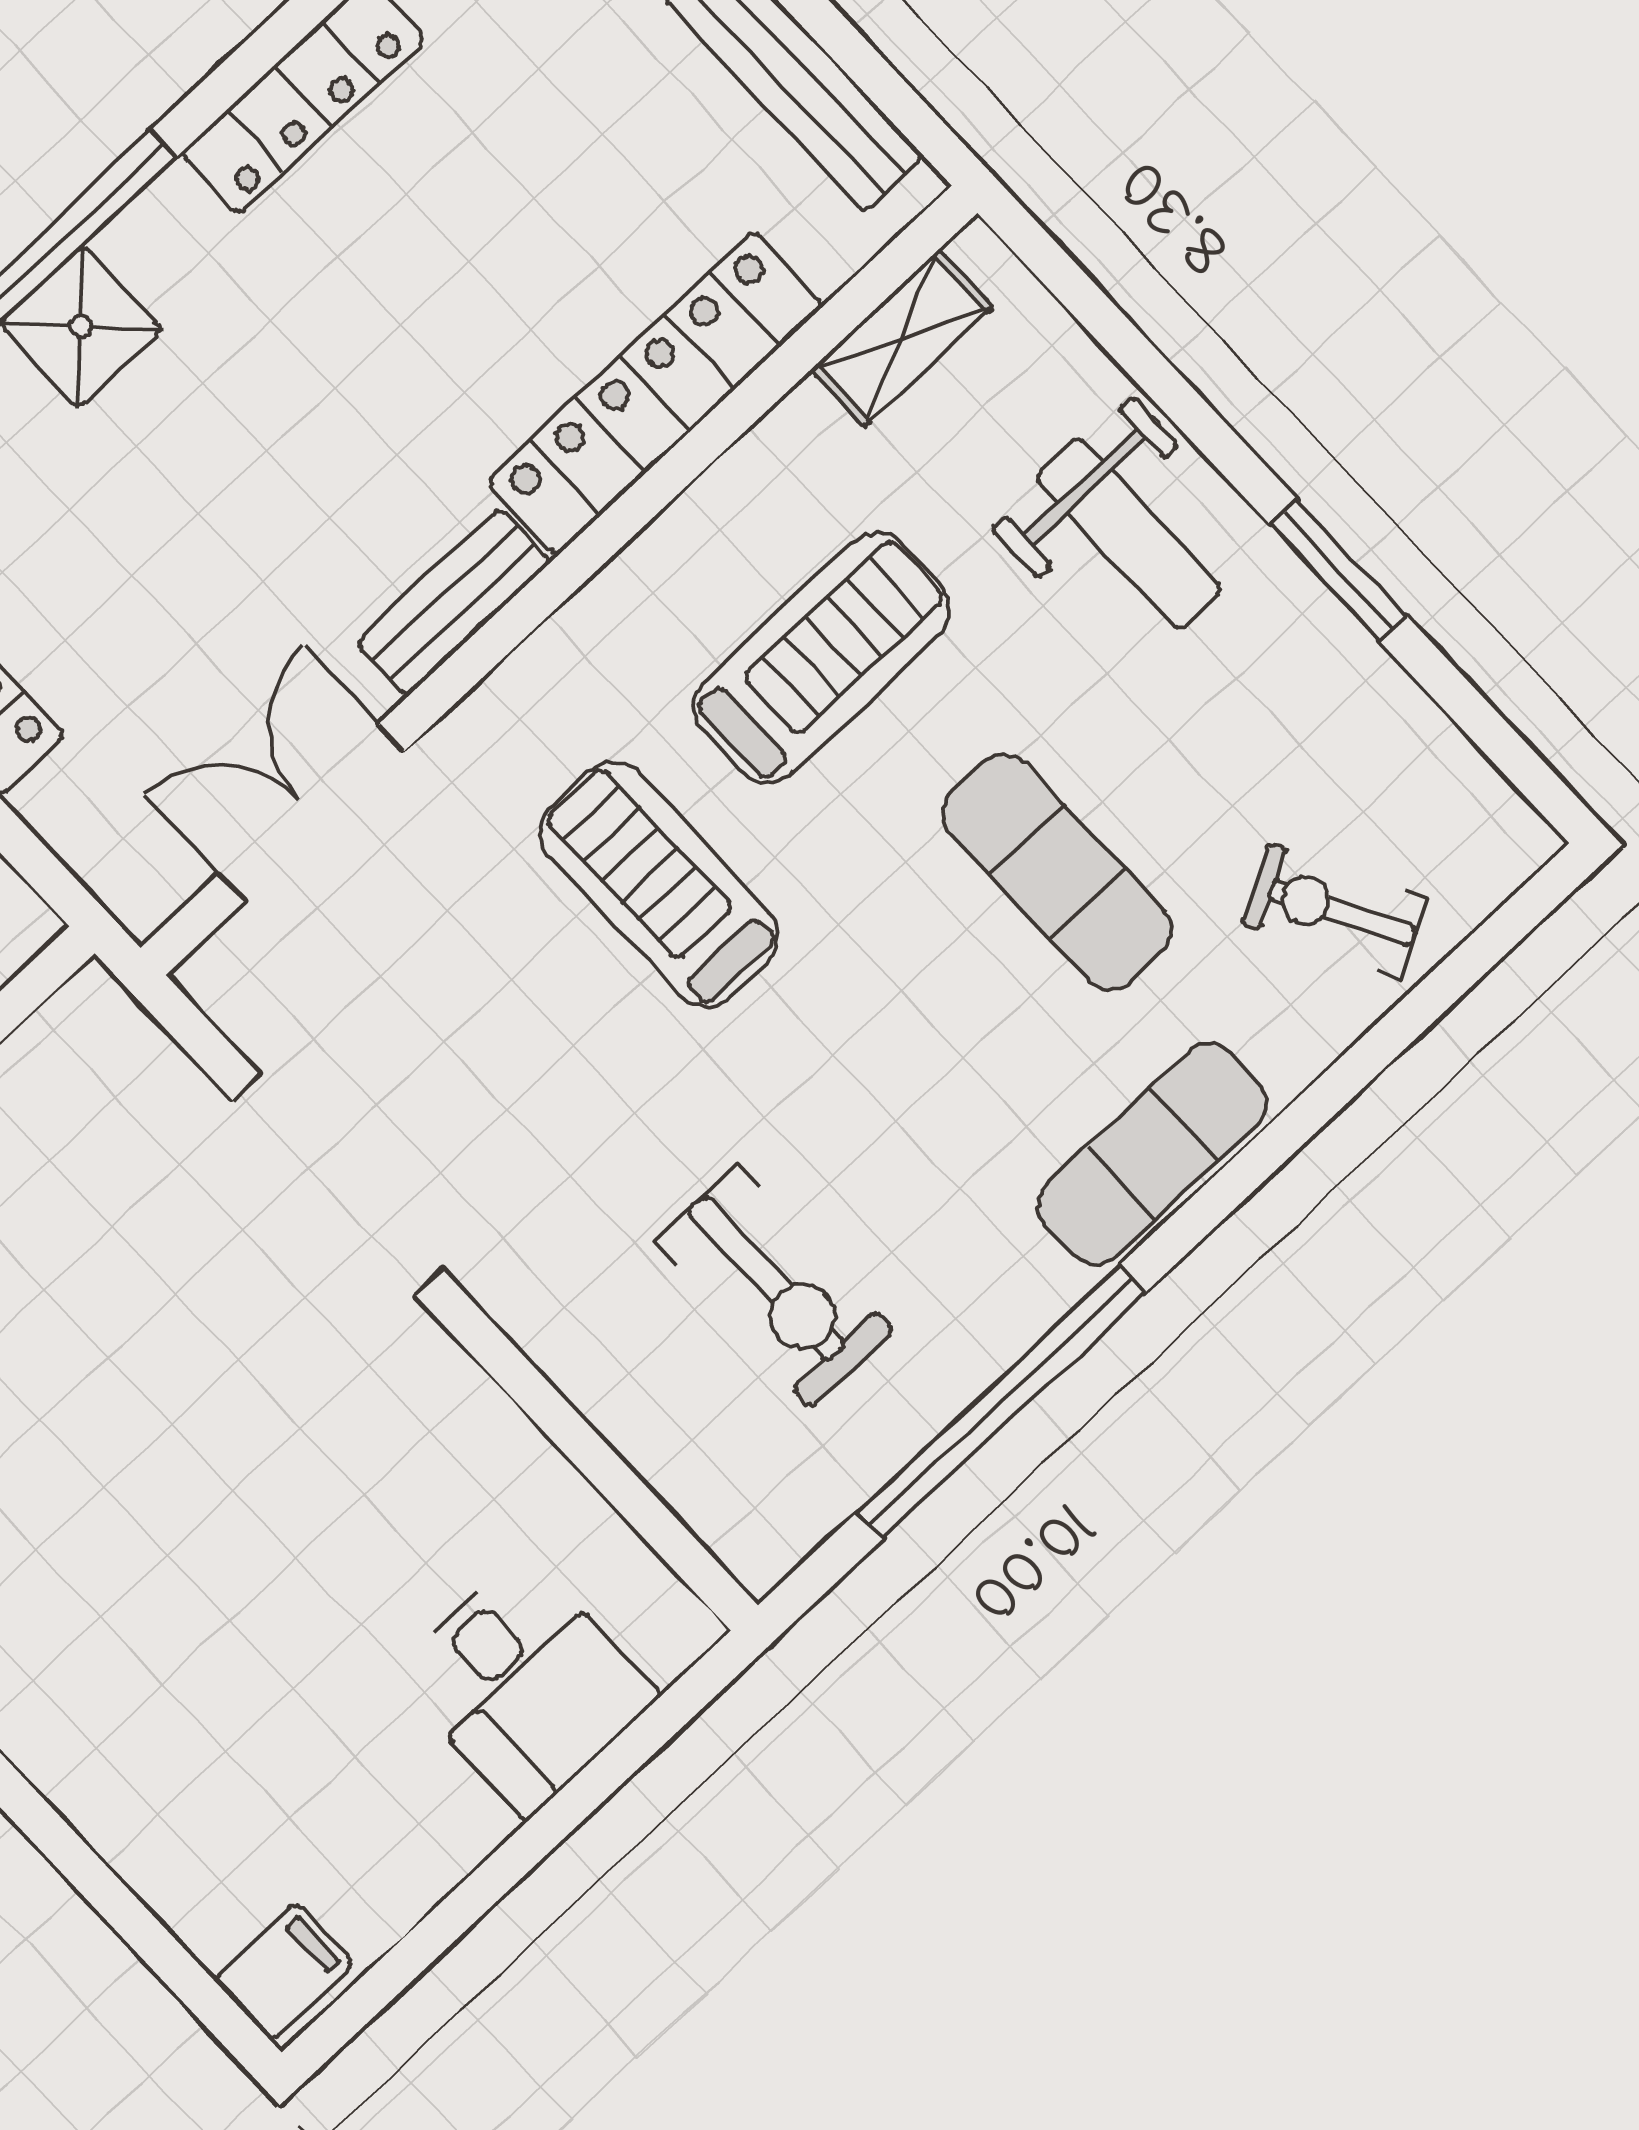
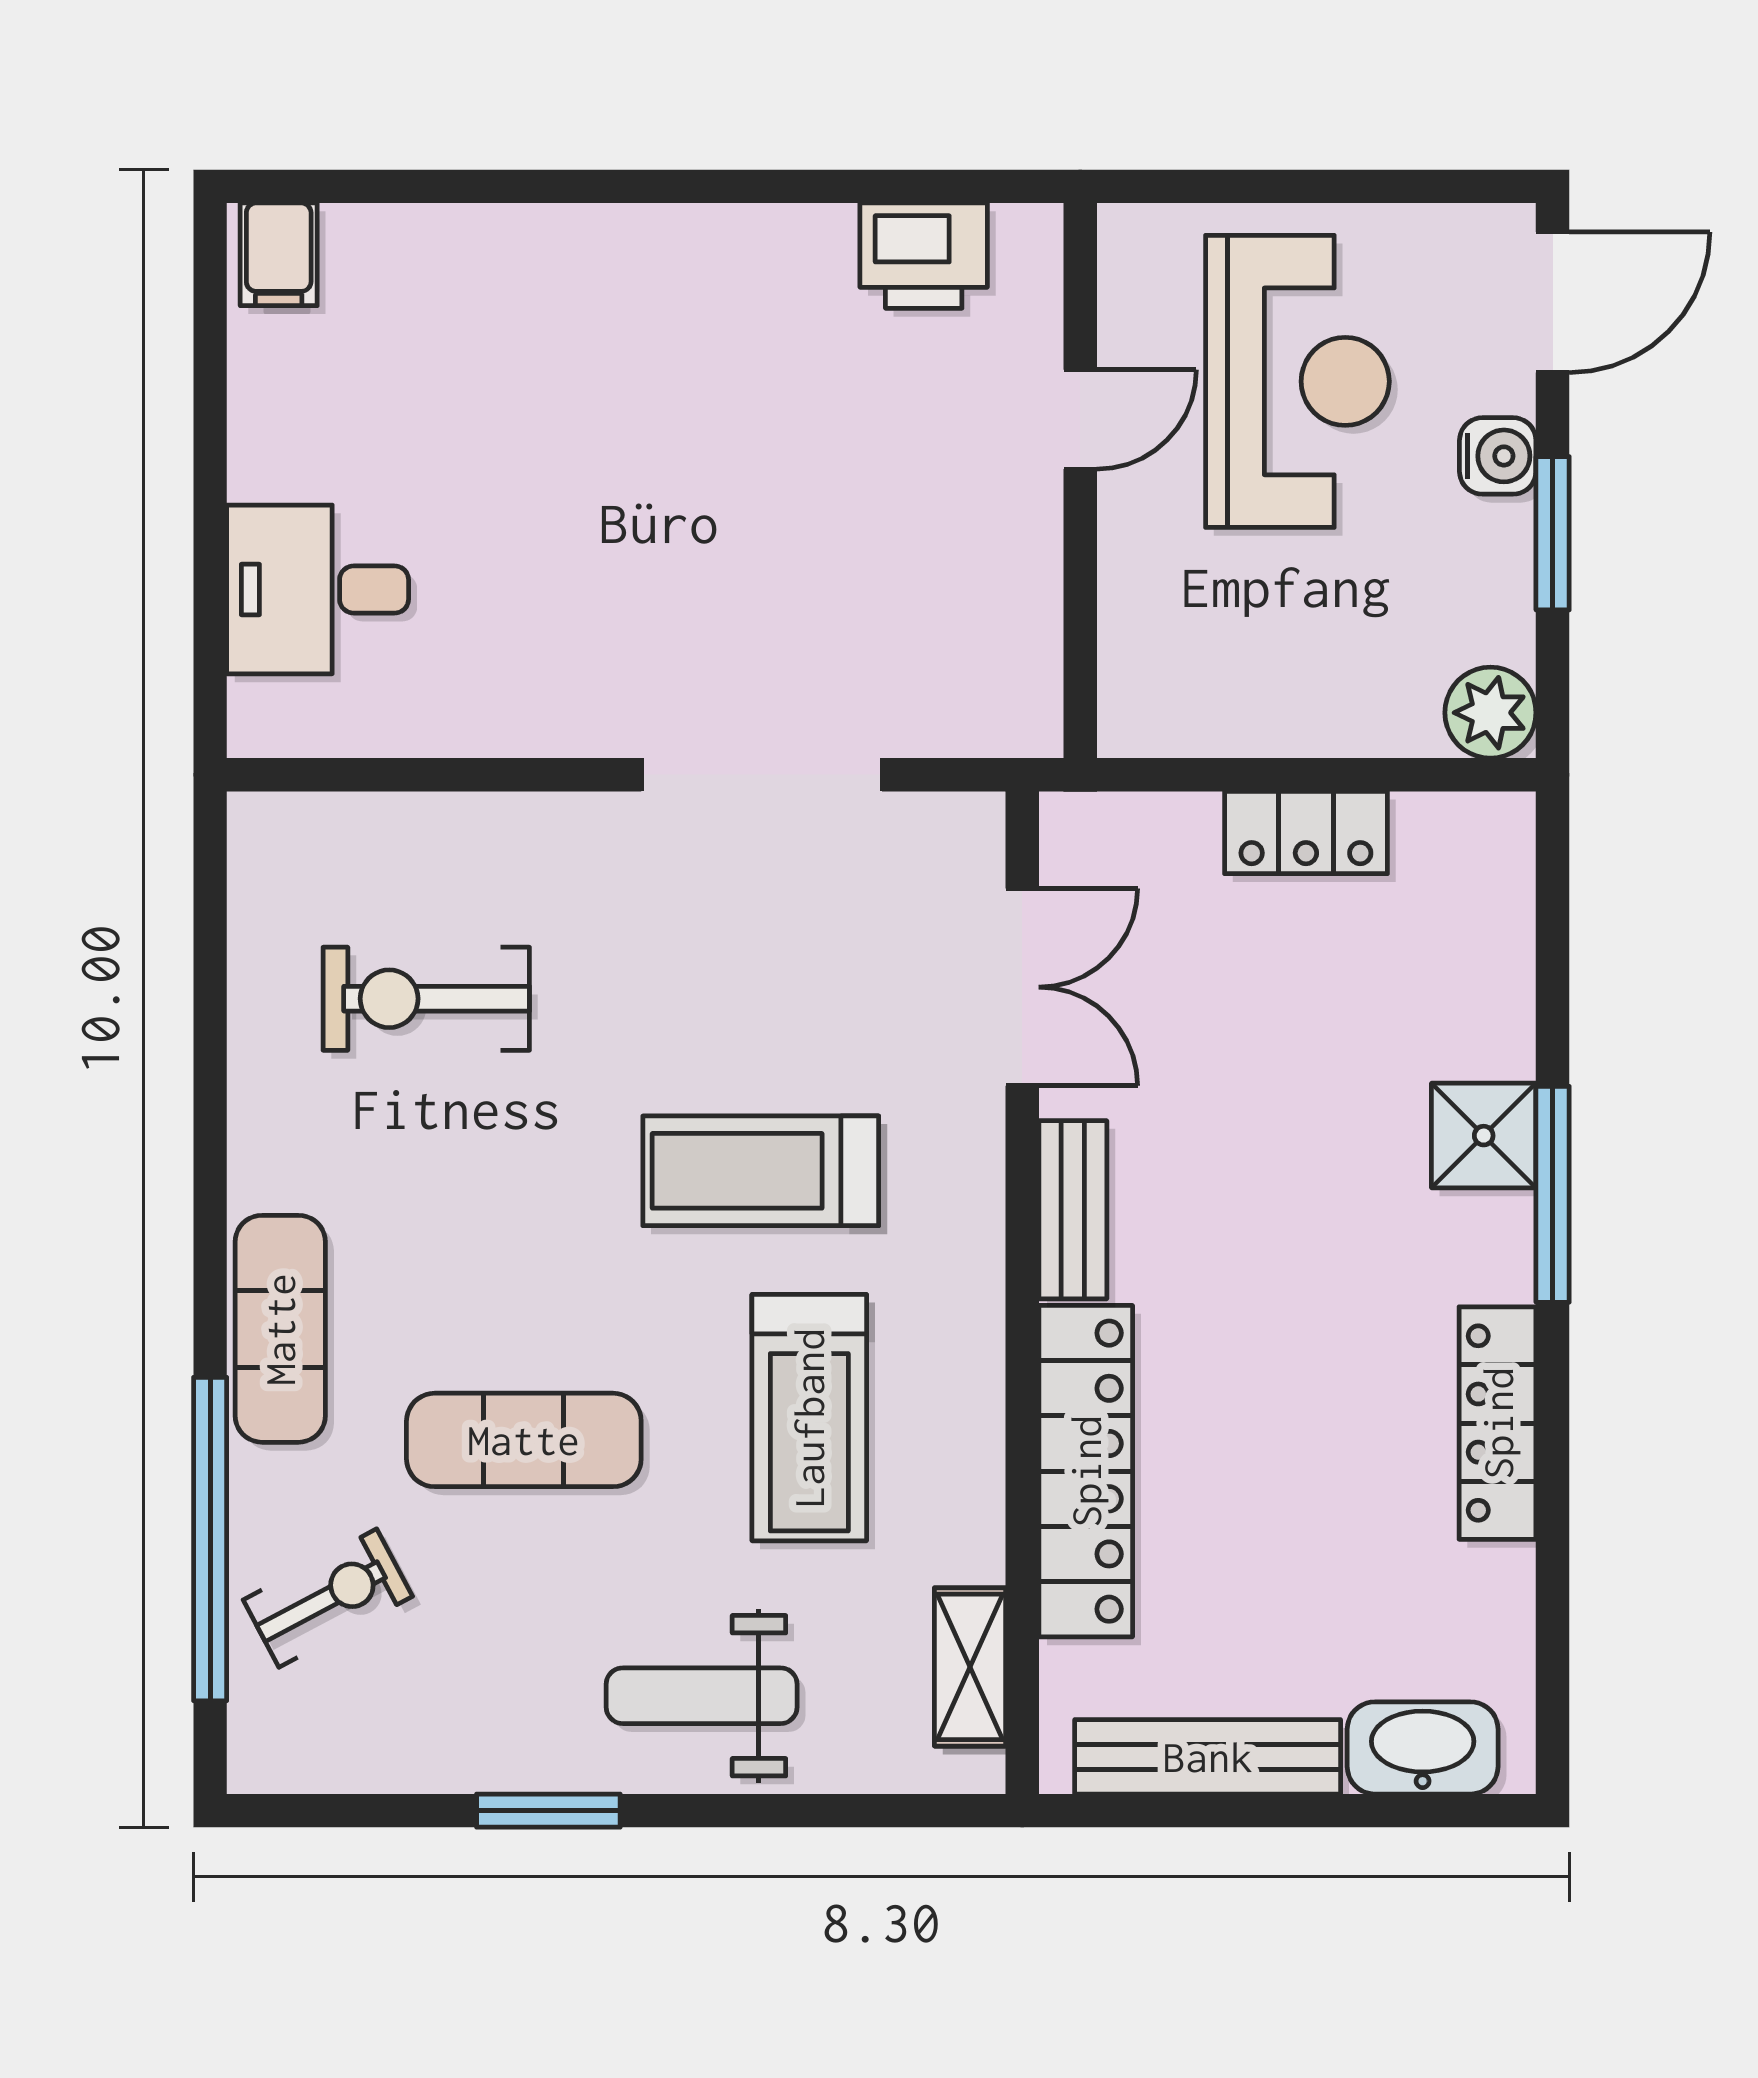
treadmill: (659, 885) -> (761, 1171), turned 180
window: (1002, 1402) -> (210, 1539), moved

